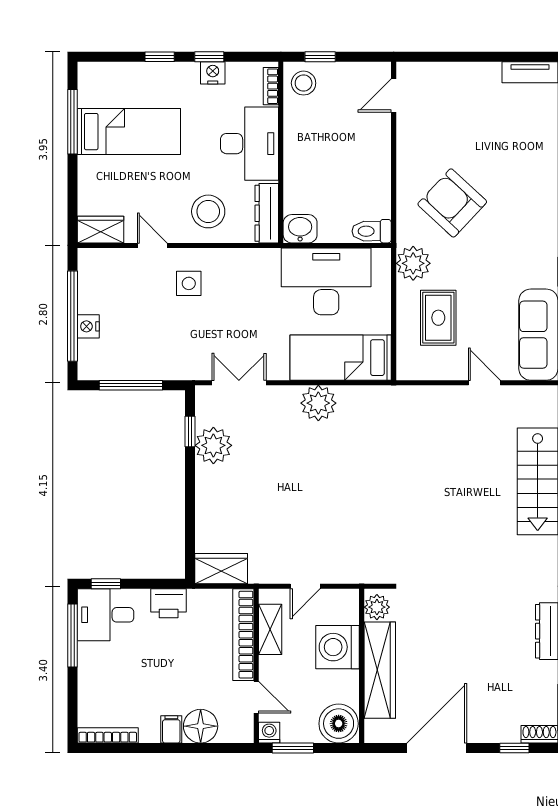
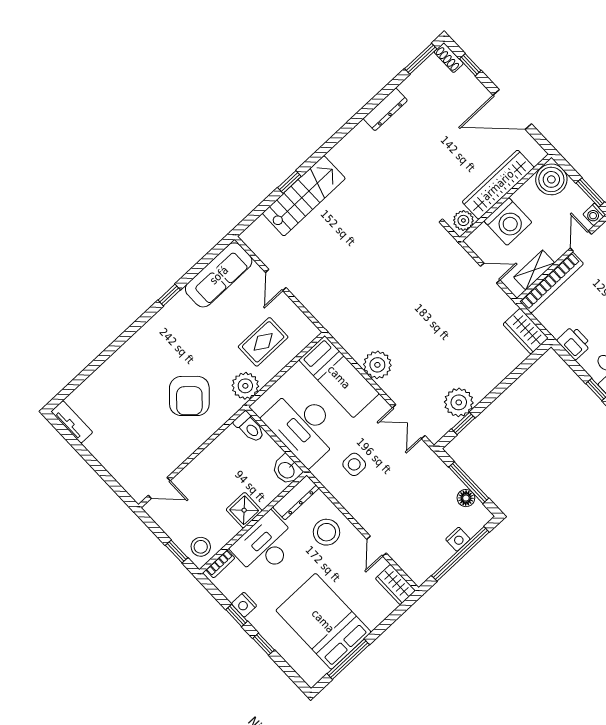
bed: (129, 132) -> (323, 621), width x1.50
shower: (300, 155) -> (244, 510), added
side table: (189, 283) -> (354, 464), moved
floor lamp: (119, 369) -> (466, 498), added

